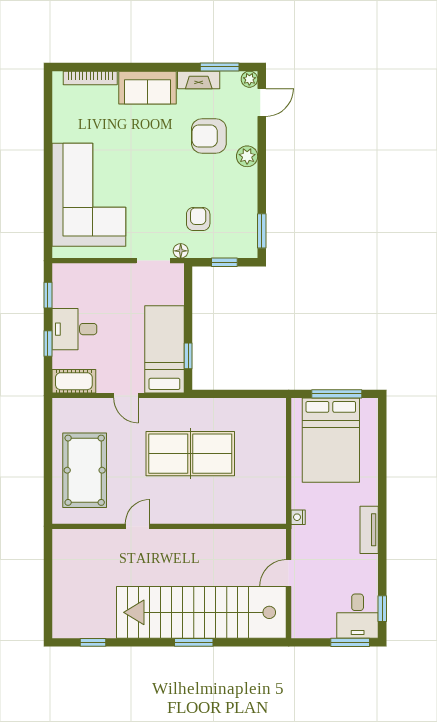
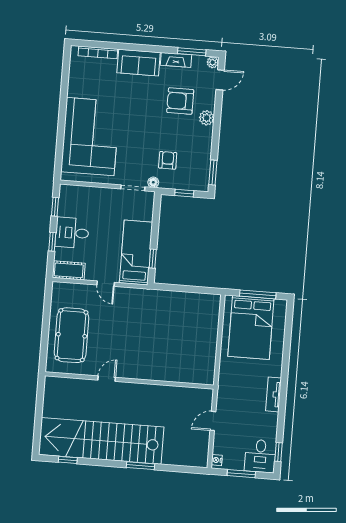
table tennis table: (190, 454) -> (149, 329), removed
nightstand: (298, 517) -> (217, 460), moved
stairs: (201, 612) -> (101, 441), moved
window: (350, 642) -> (241, 474), moved

